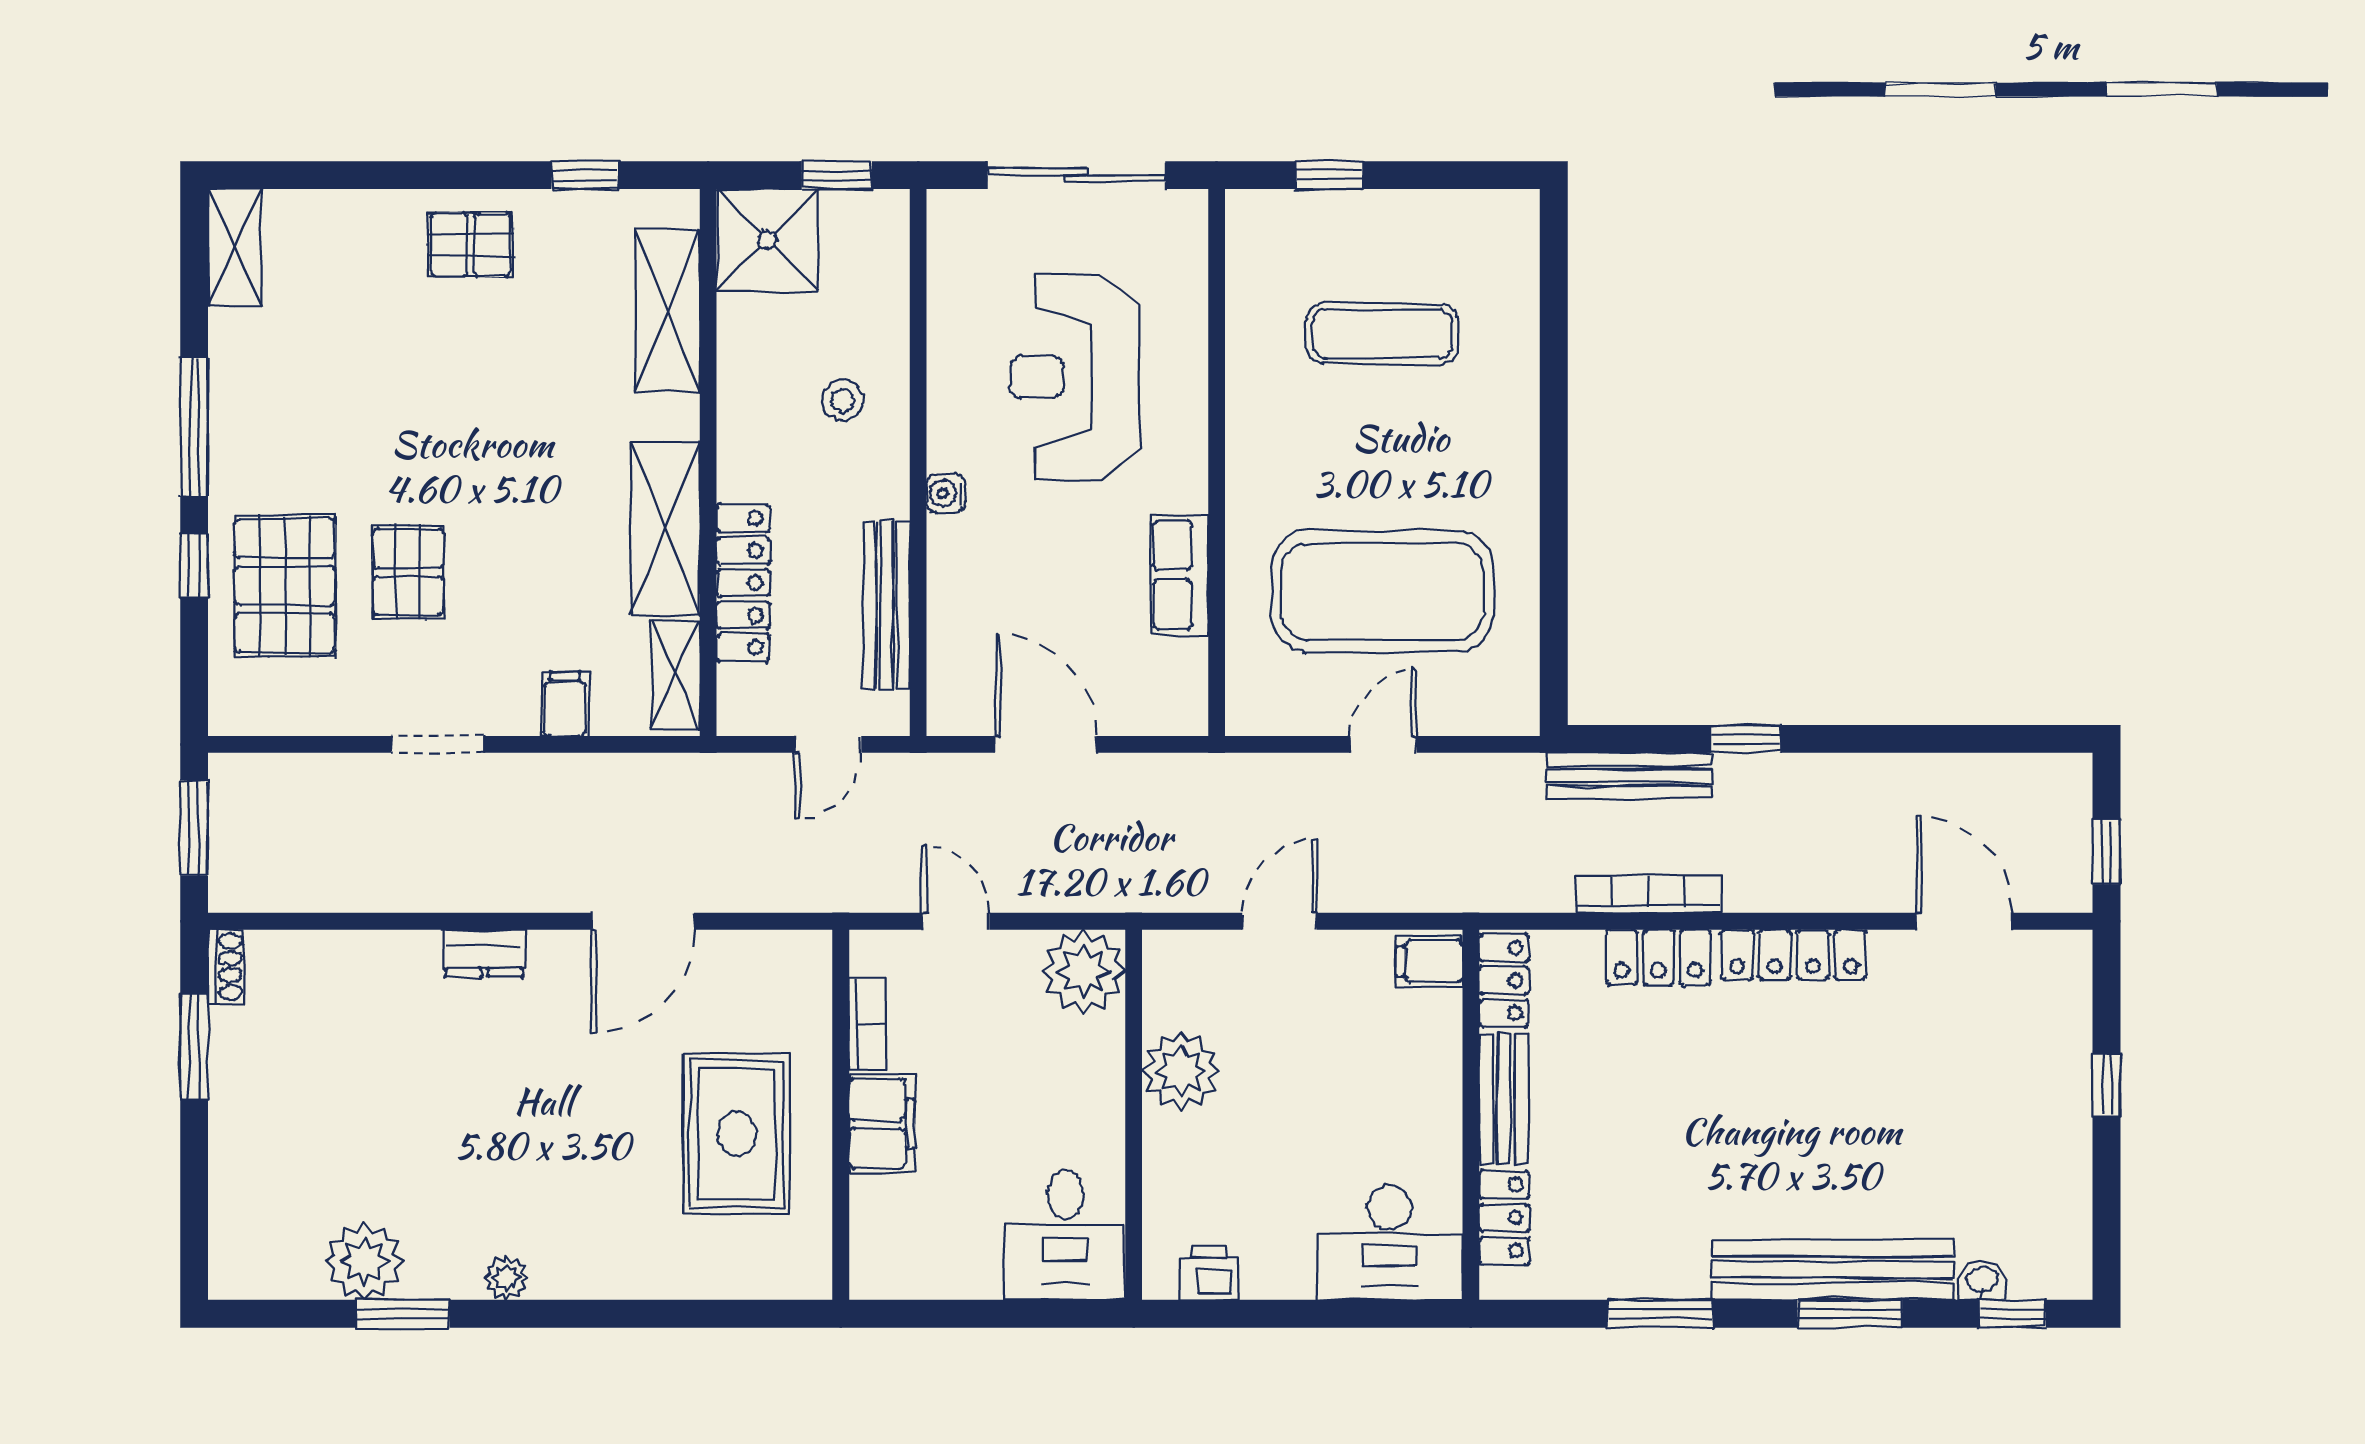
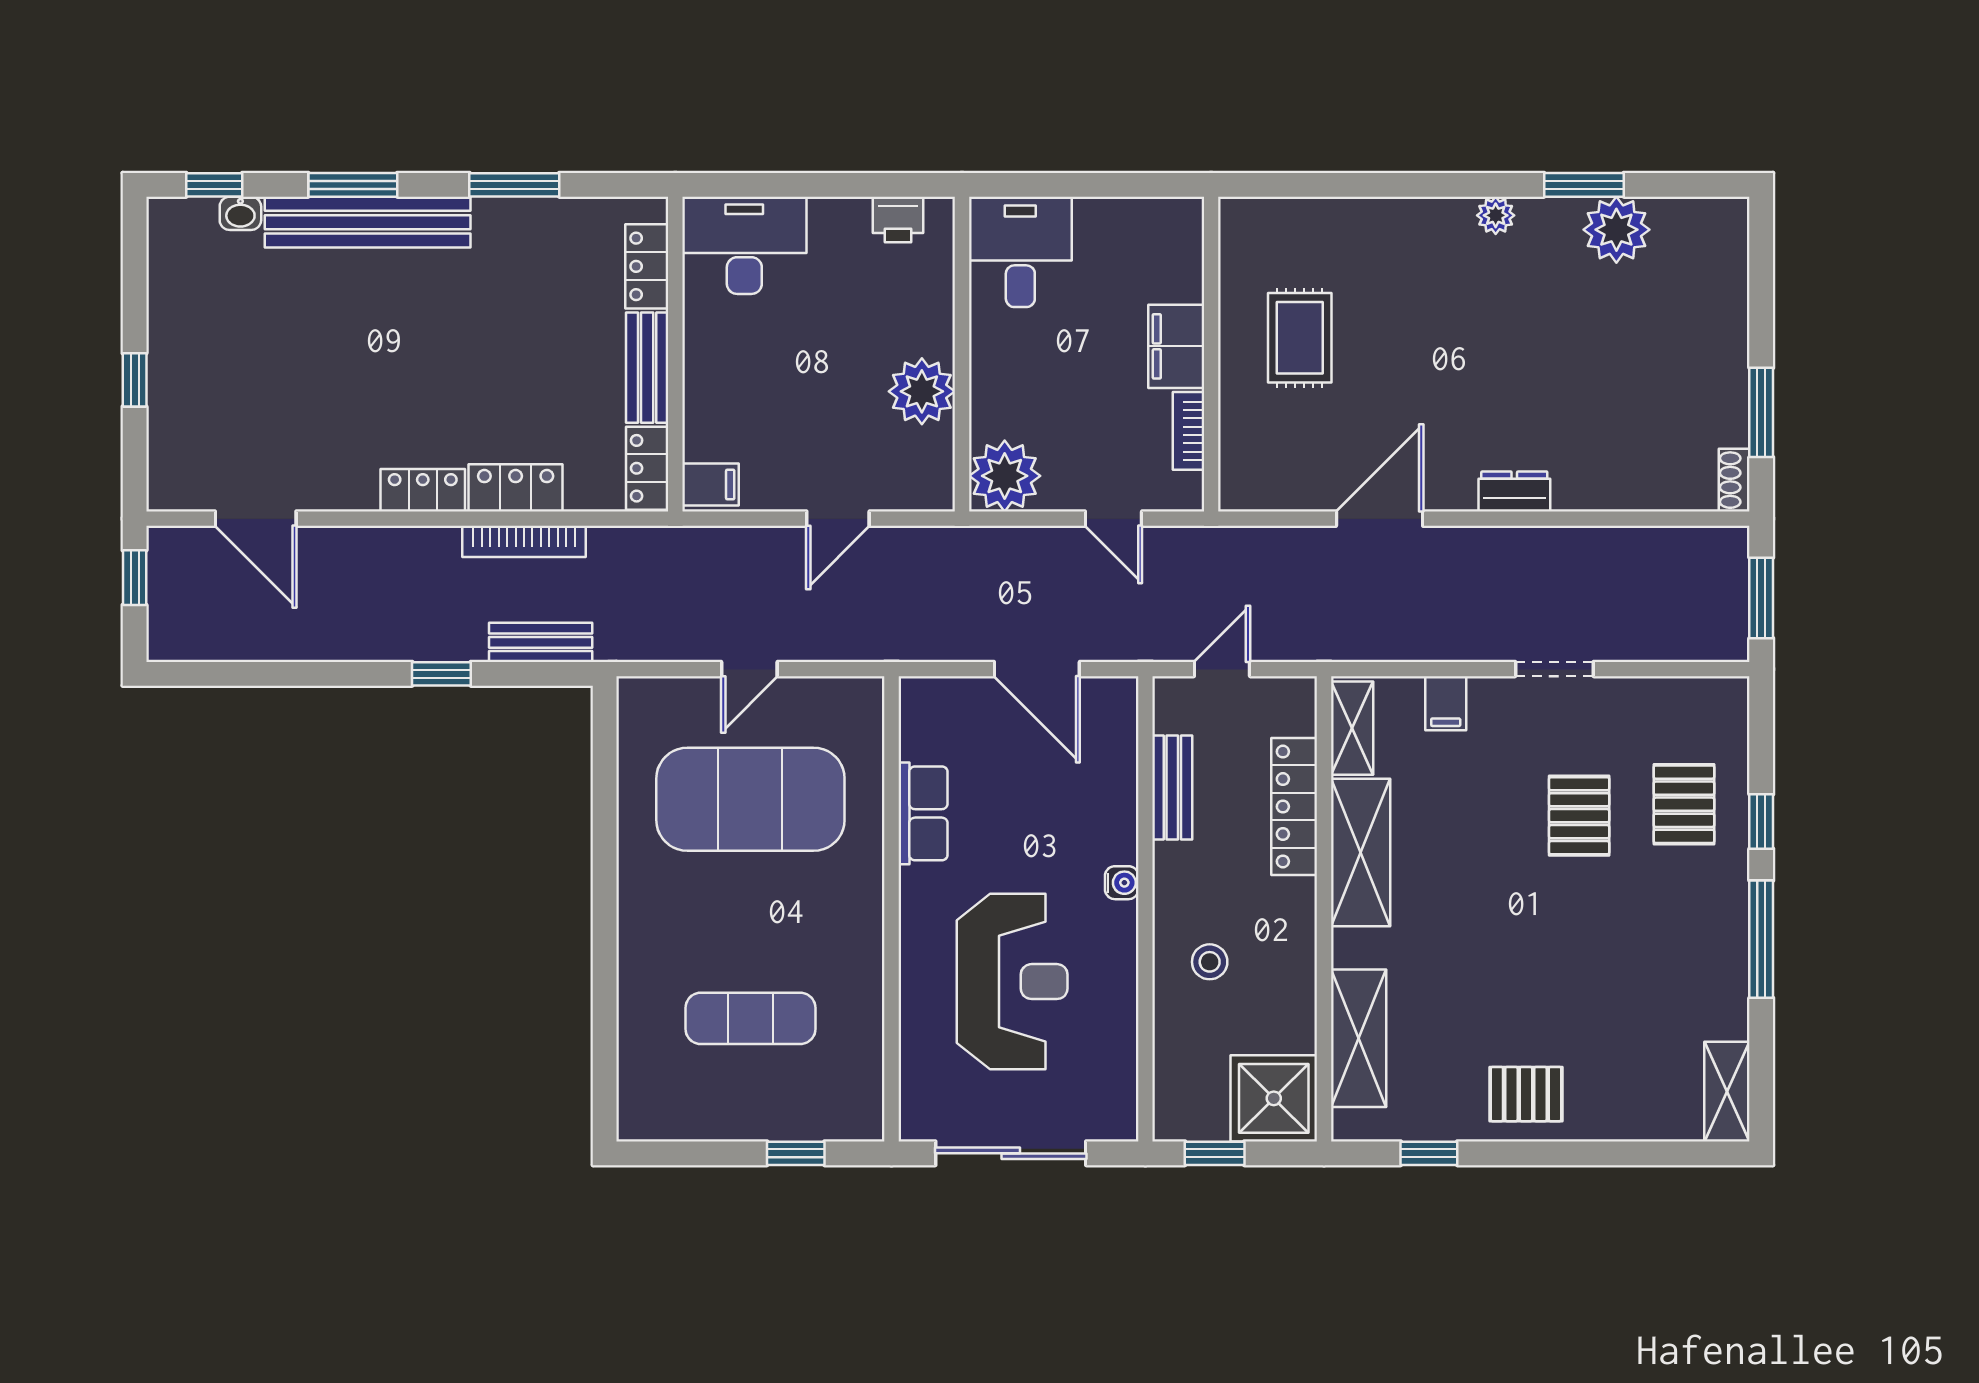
pallet: (285, 586) -> (1684, 804), width x0.67, depth x0.71
bench: (886, 605) -> (1172, 788), width x0.73
bench: (1629, 776) -> (541, 642), width x0.73
locker: (1794, 955) -> (423, 490), width x0.66
rug: (737, 1134) -> (1300, 338), width x0.73, depth x0.70

